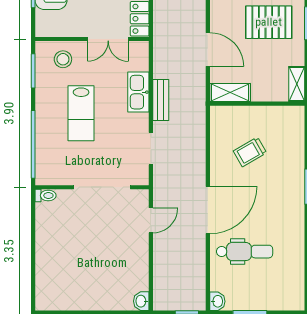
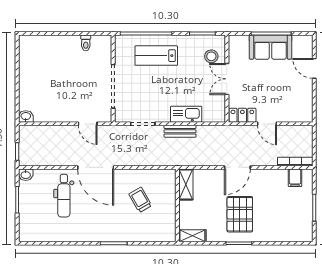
double door: (108, 39) -> (227, 79), moved
door: (208, 49) -> (237, 167), moved
lab bench: (81, 113) -> (156, 56), moved
toilet: (45, 196) -> (86, 43), moved

